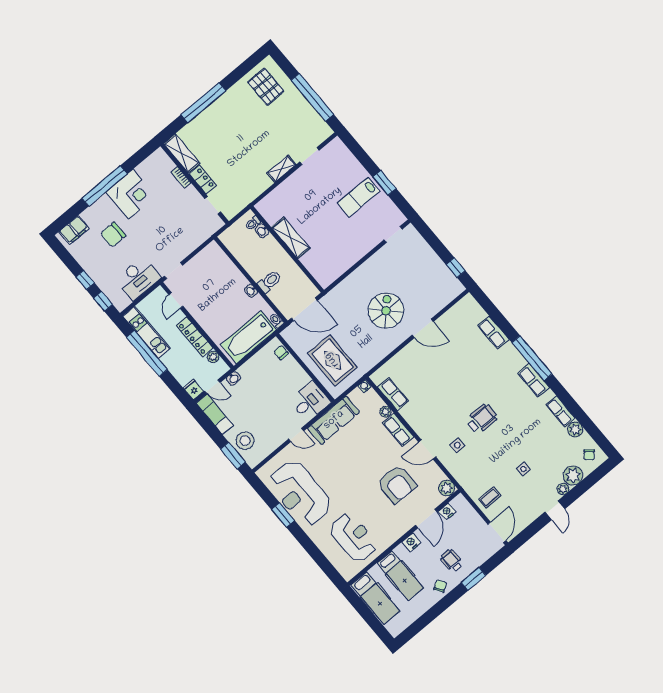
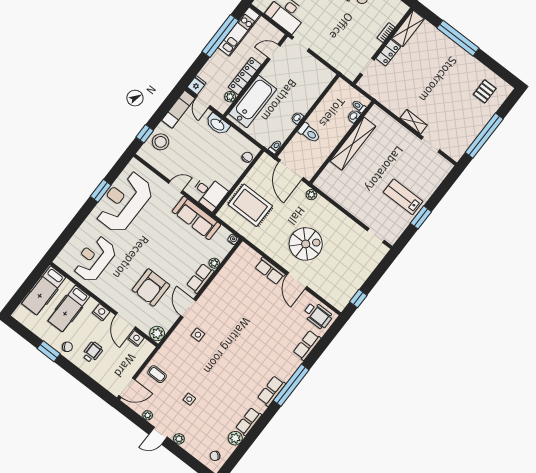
pallet: (266, 87) -> (485, 91), width x0.67, depth x0.71
shelving: (291, 238) -> (353, 144), width x1.47
plant: (335, 293) -> (311, 195), added
bathtub: (249, 337) -> (253, 101), moved, turned 90
rug: (332, 360) -> (250, 205), turned 90
washbasin: (234, 378) -> (218, 124), width x1.91, depth x1.45
row of seats: (393, 394) -> (270, 271), moved, turned 90
wheelchair: (482, 419) -> (318, 315), moved
door: (296, 435) -> (176, 187), swing flipped
window: (233, 456) -> (145, 134), width x0.67
plant: (573, 475) -> (148, 415), moved, width x0.53, depth x0.53
door: (426, 519) -> (126, 321), hinge flipped
reception desk: (353, 537) -> (94, 259), turned 180
window: (473, 579) -> (49, 351), moved

